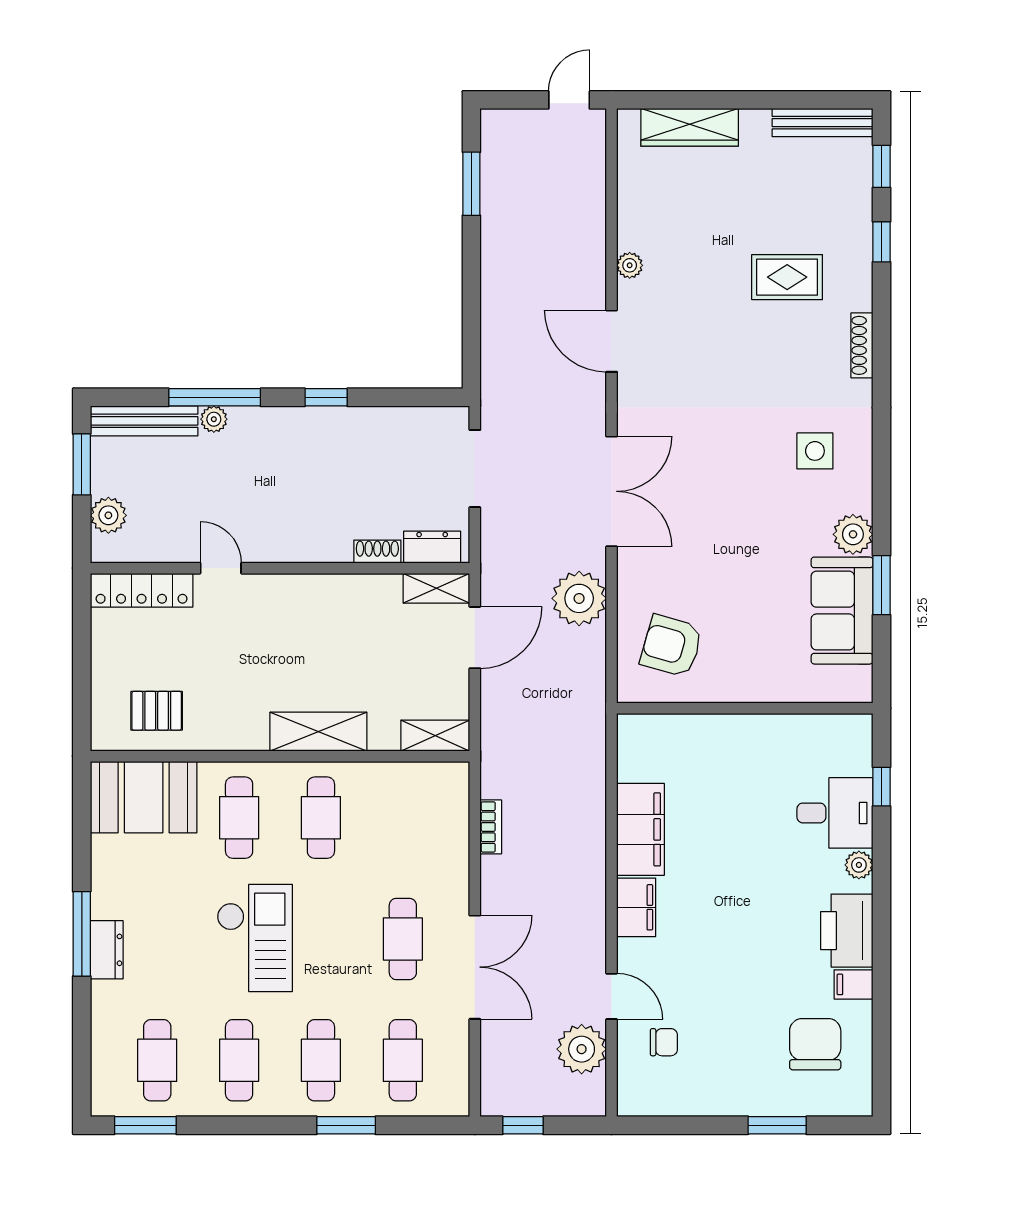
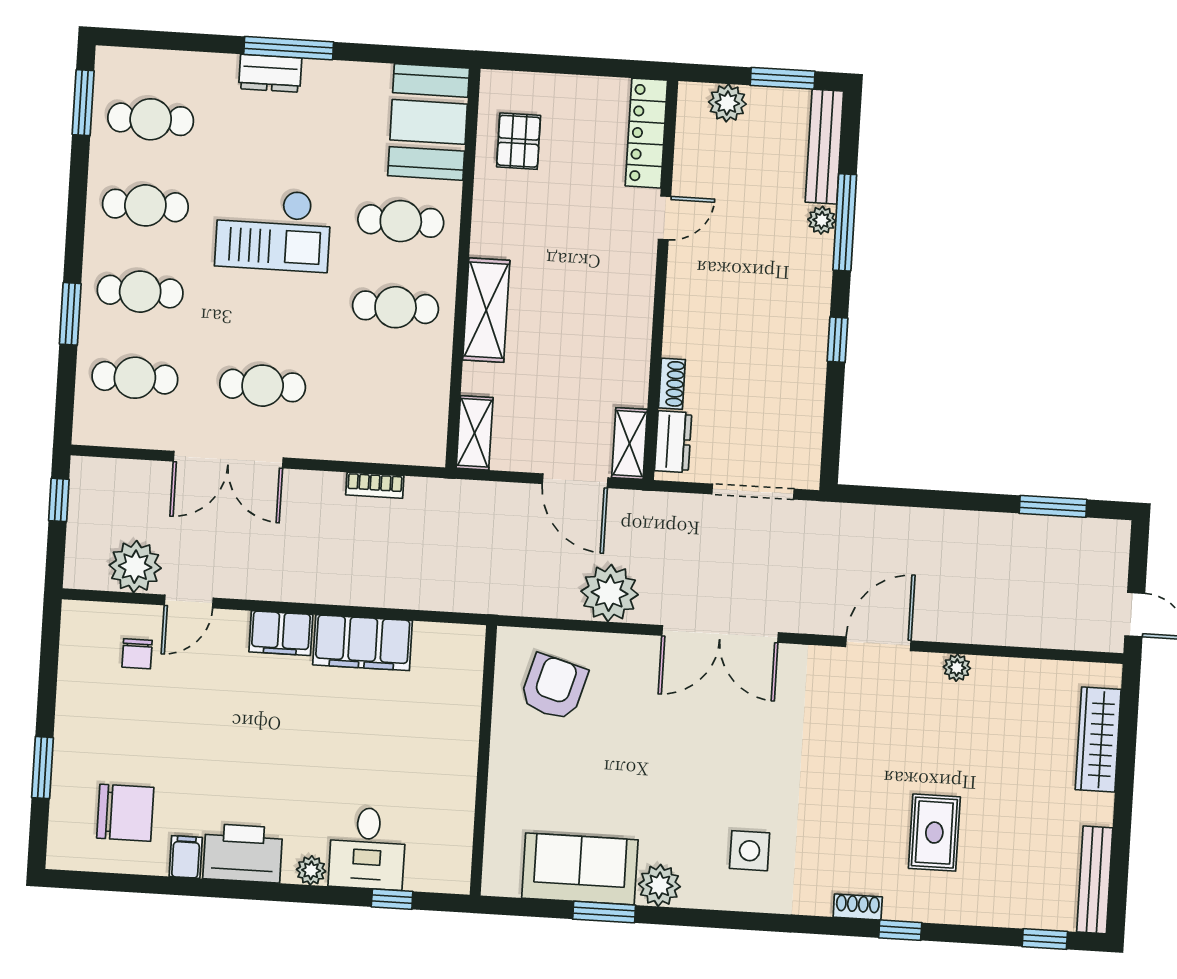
window: (882, 242) -> (900, 930), moved
shoe rack: (862, 345) -> (858, 907), width x0.70

